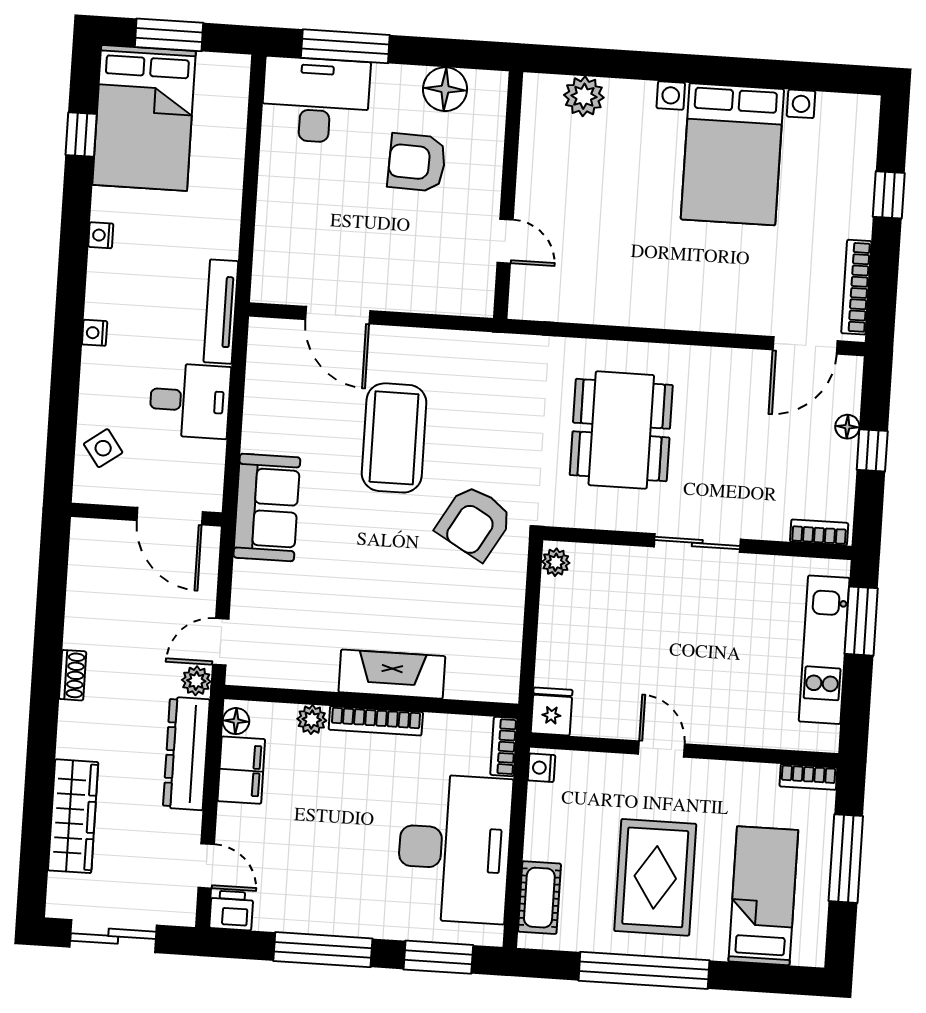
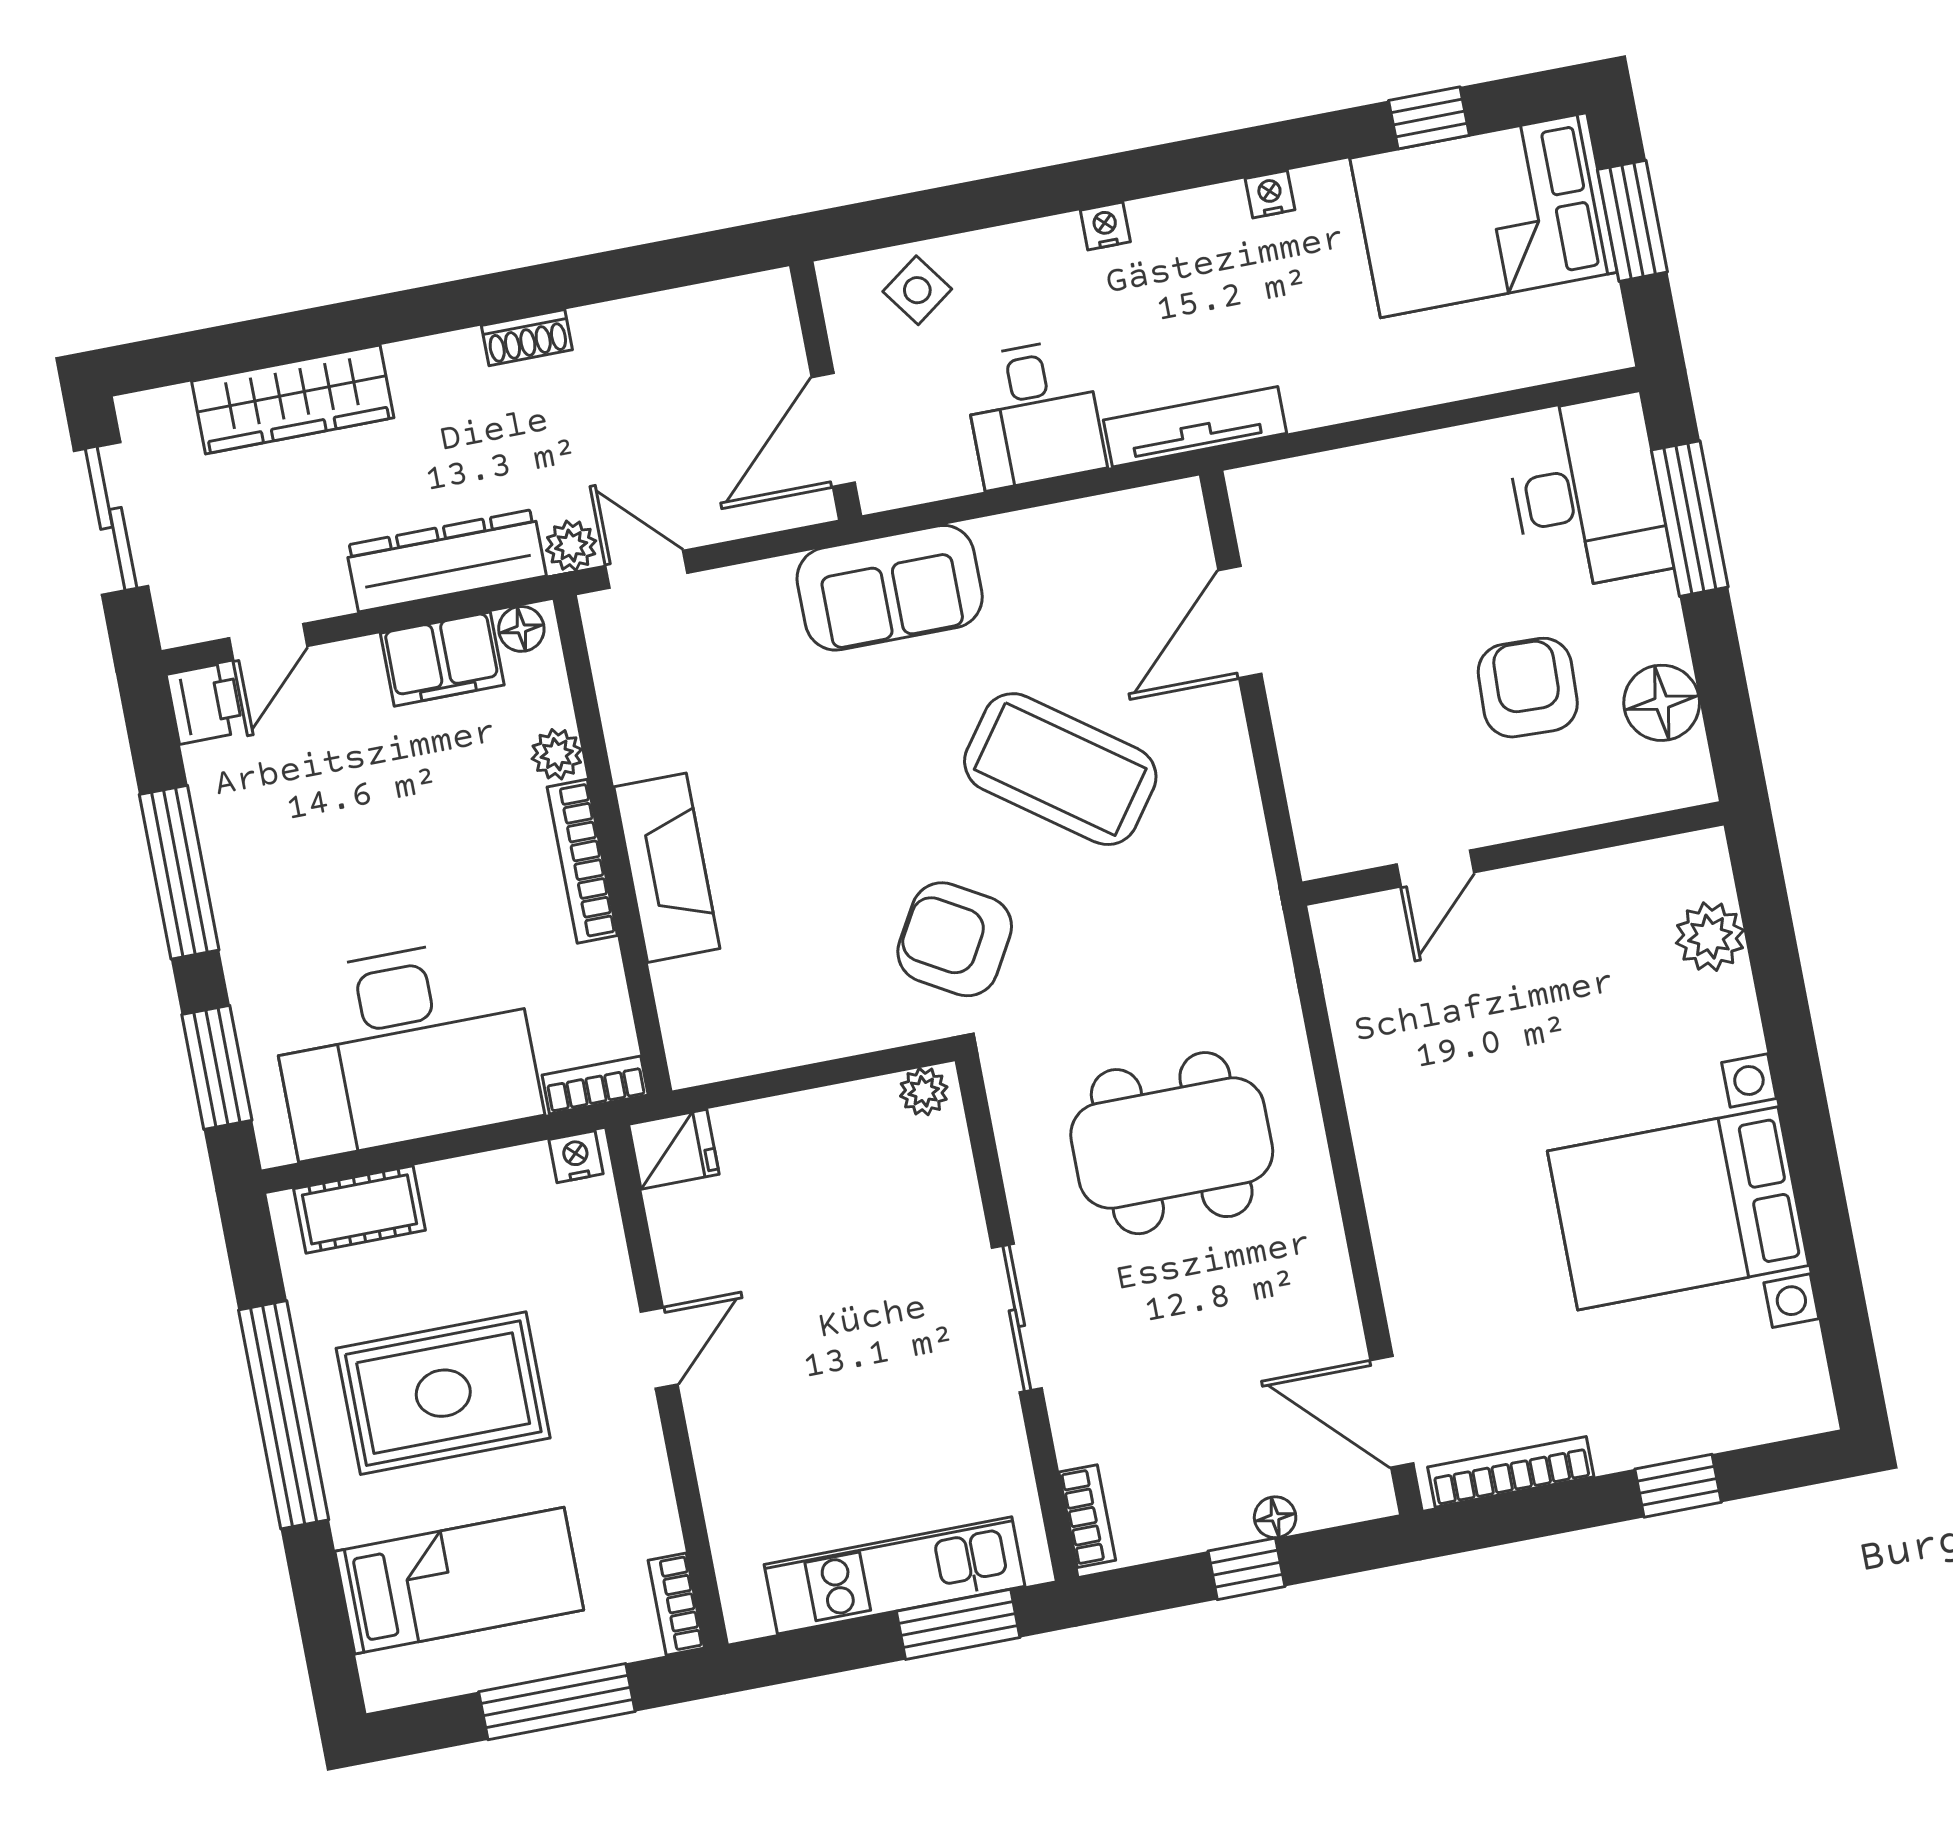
coffee table: (394, 438) -> (1060, 769), turned 36

